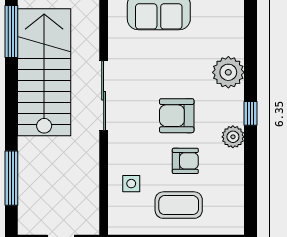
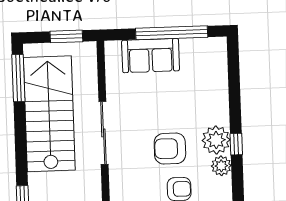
plant: (228, 72) -> (216, 140), moved

